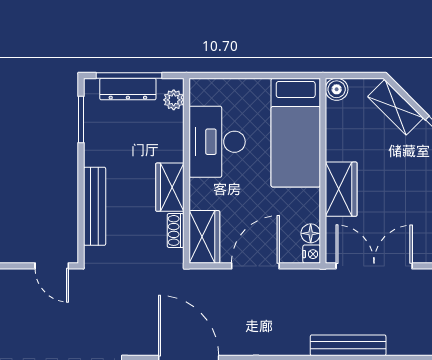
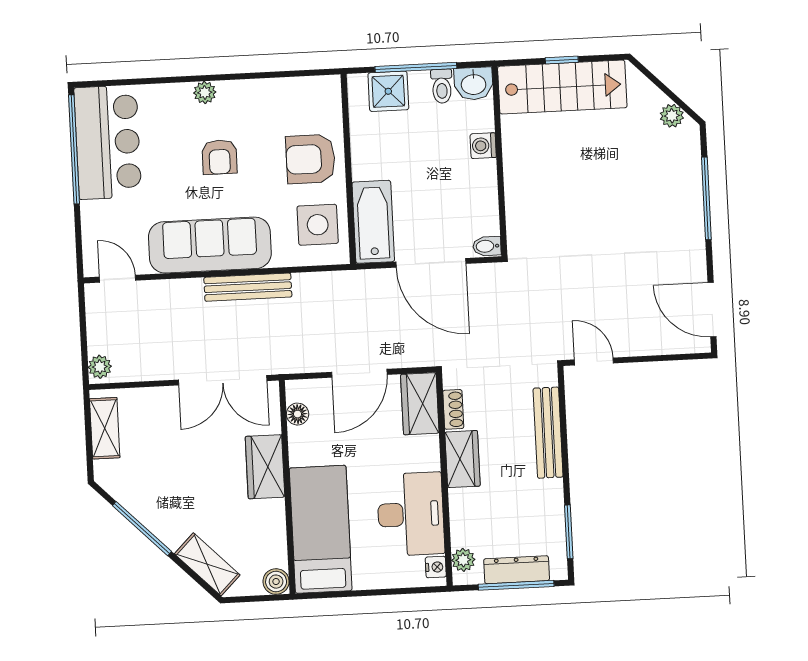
nightstand: (312, 254) -> (436, 567), moved, turned 180

